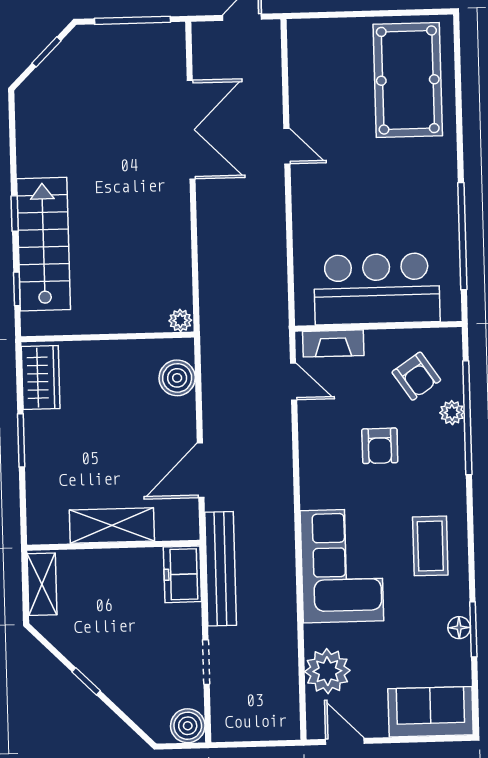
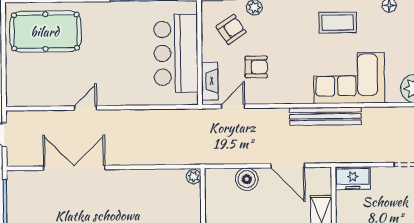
boiler: (177, 378) -> (247, 179), moved
armchair: (380, 446) -> (256, 67), moved
bench: (221, 569) -> (325, 116), moved

